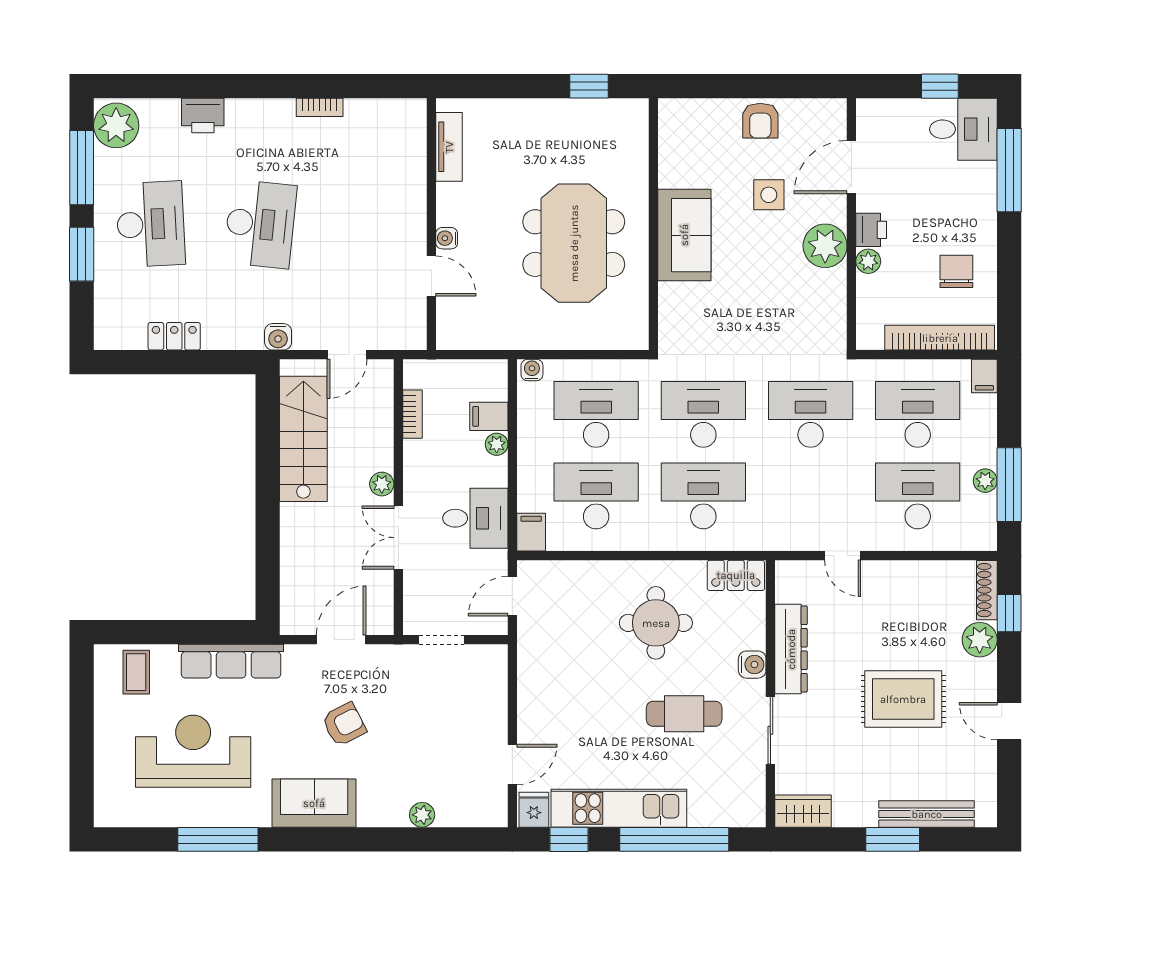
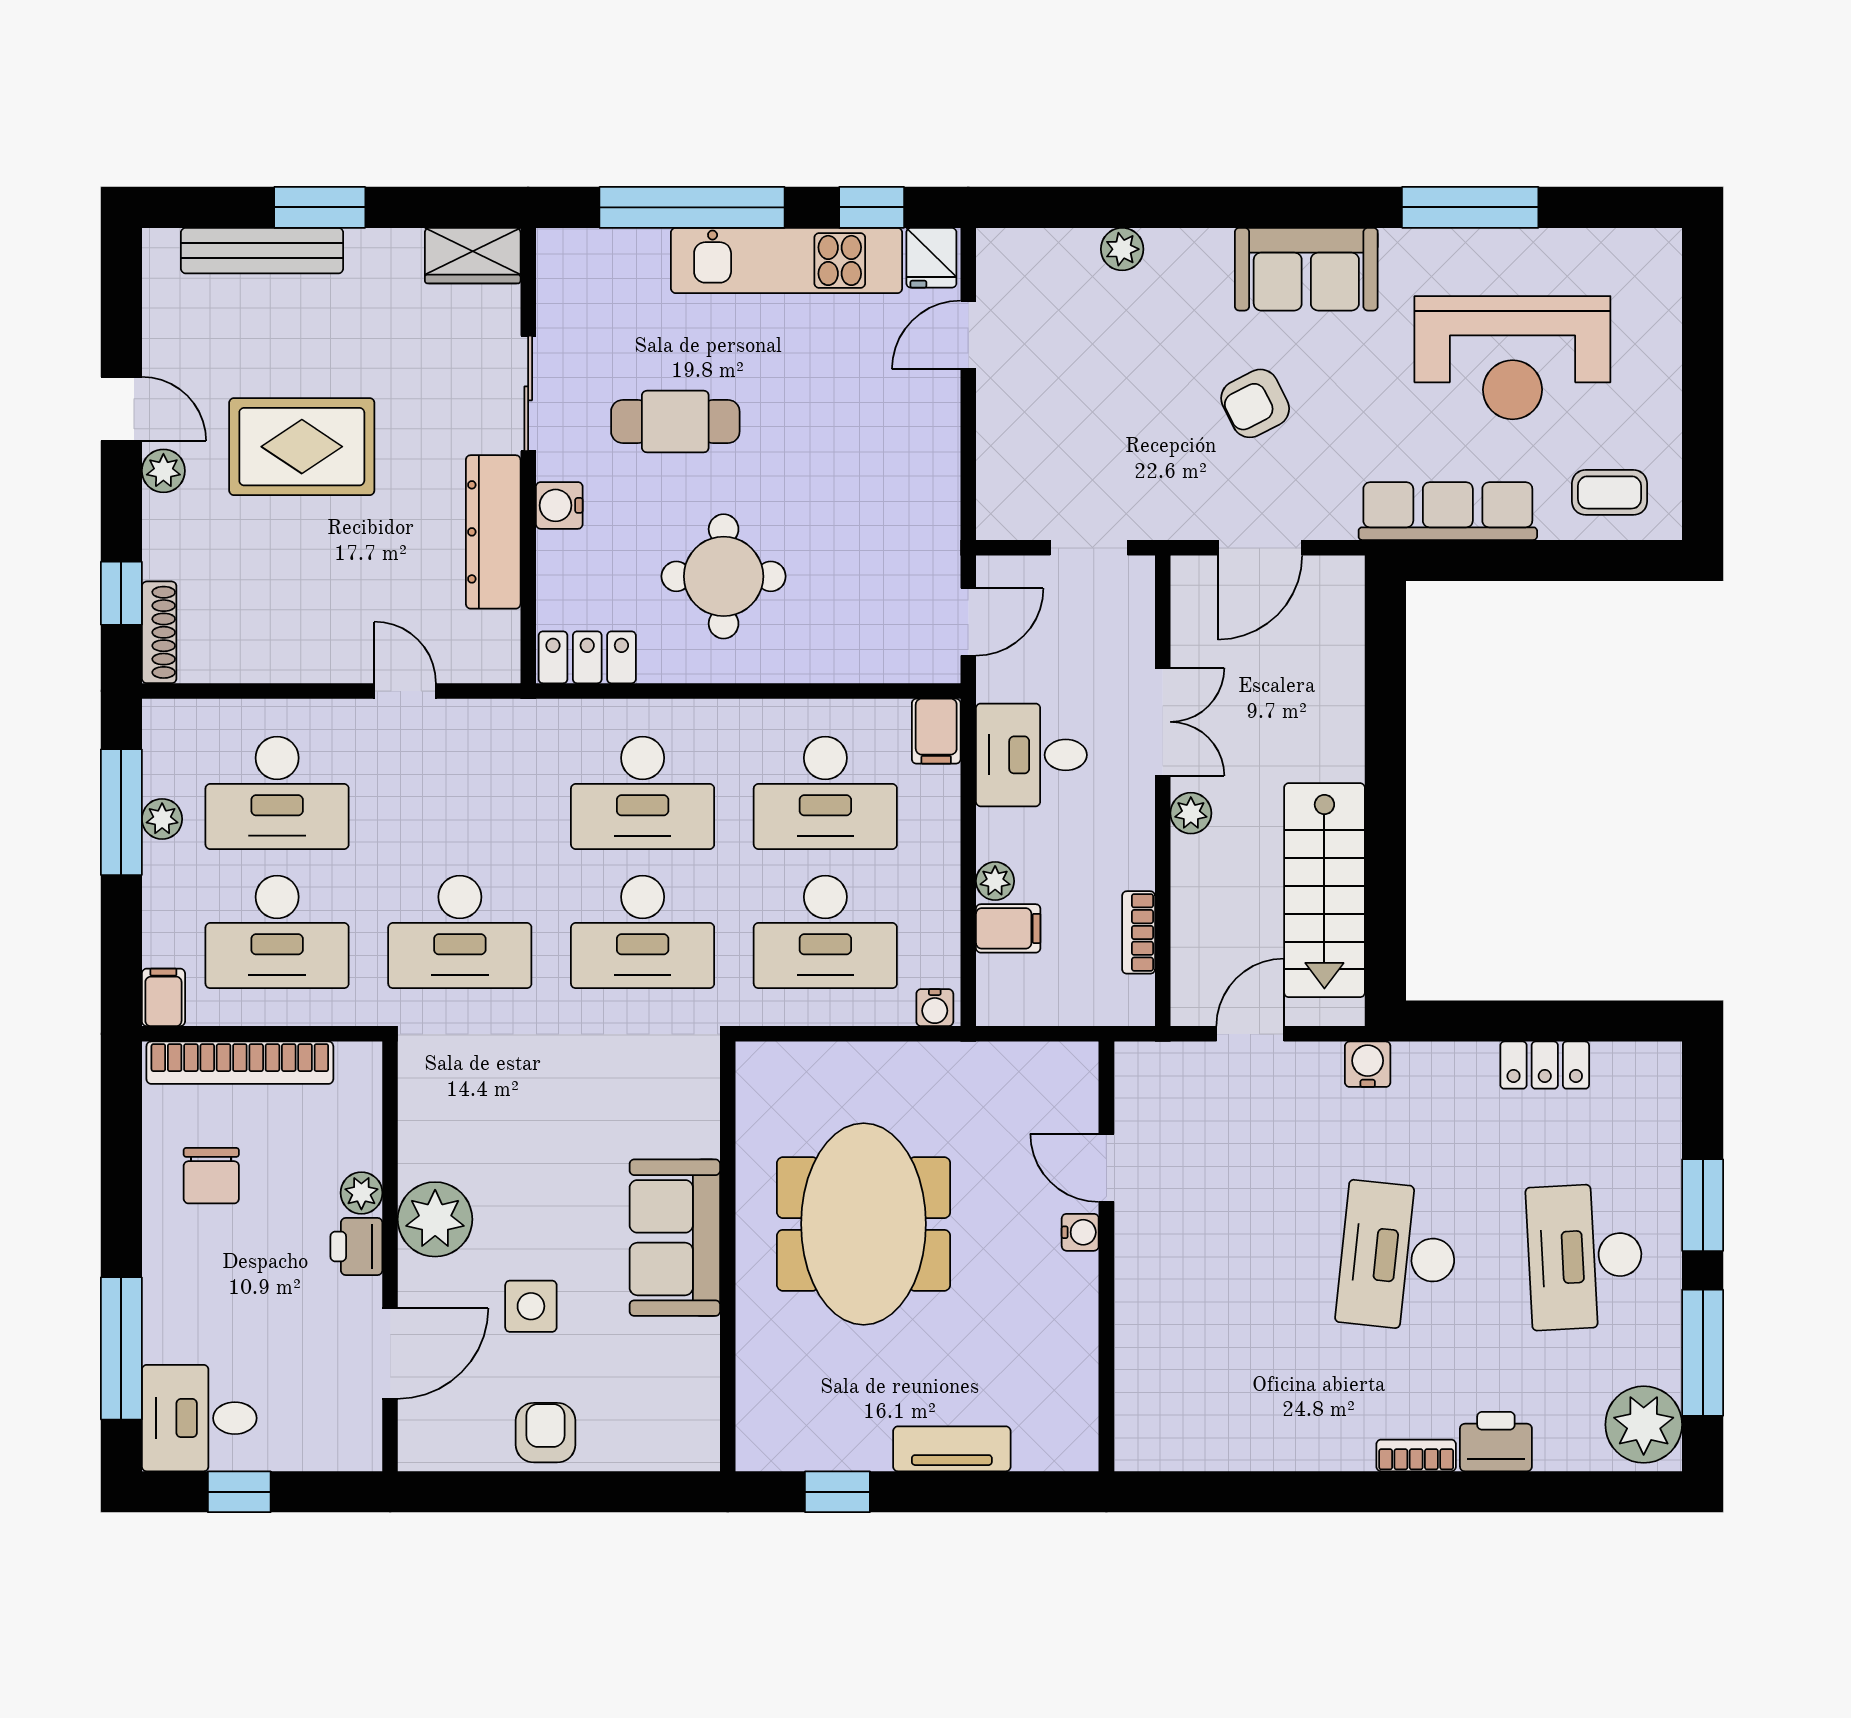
bookcase: (320, 107) -> (1416, 1455), moved
tv unit: (449, 147) -> (952, 1449), moved, turned 90
plant: (980, 640) -> (163, 471), moved, width x0.73, depth x0.73
coffee table: (136, 672) -> (1609, 492), turned 90

